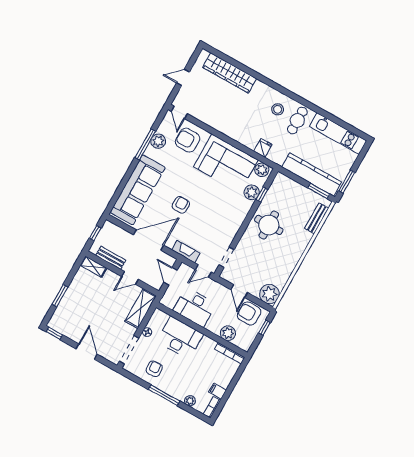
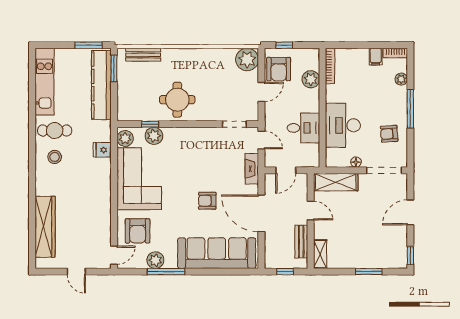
desk: (195, 307) -> (303, 128), width x0.73

